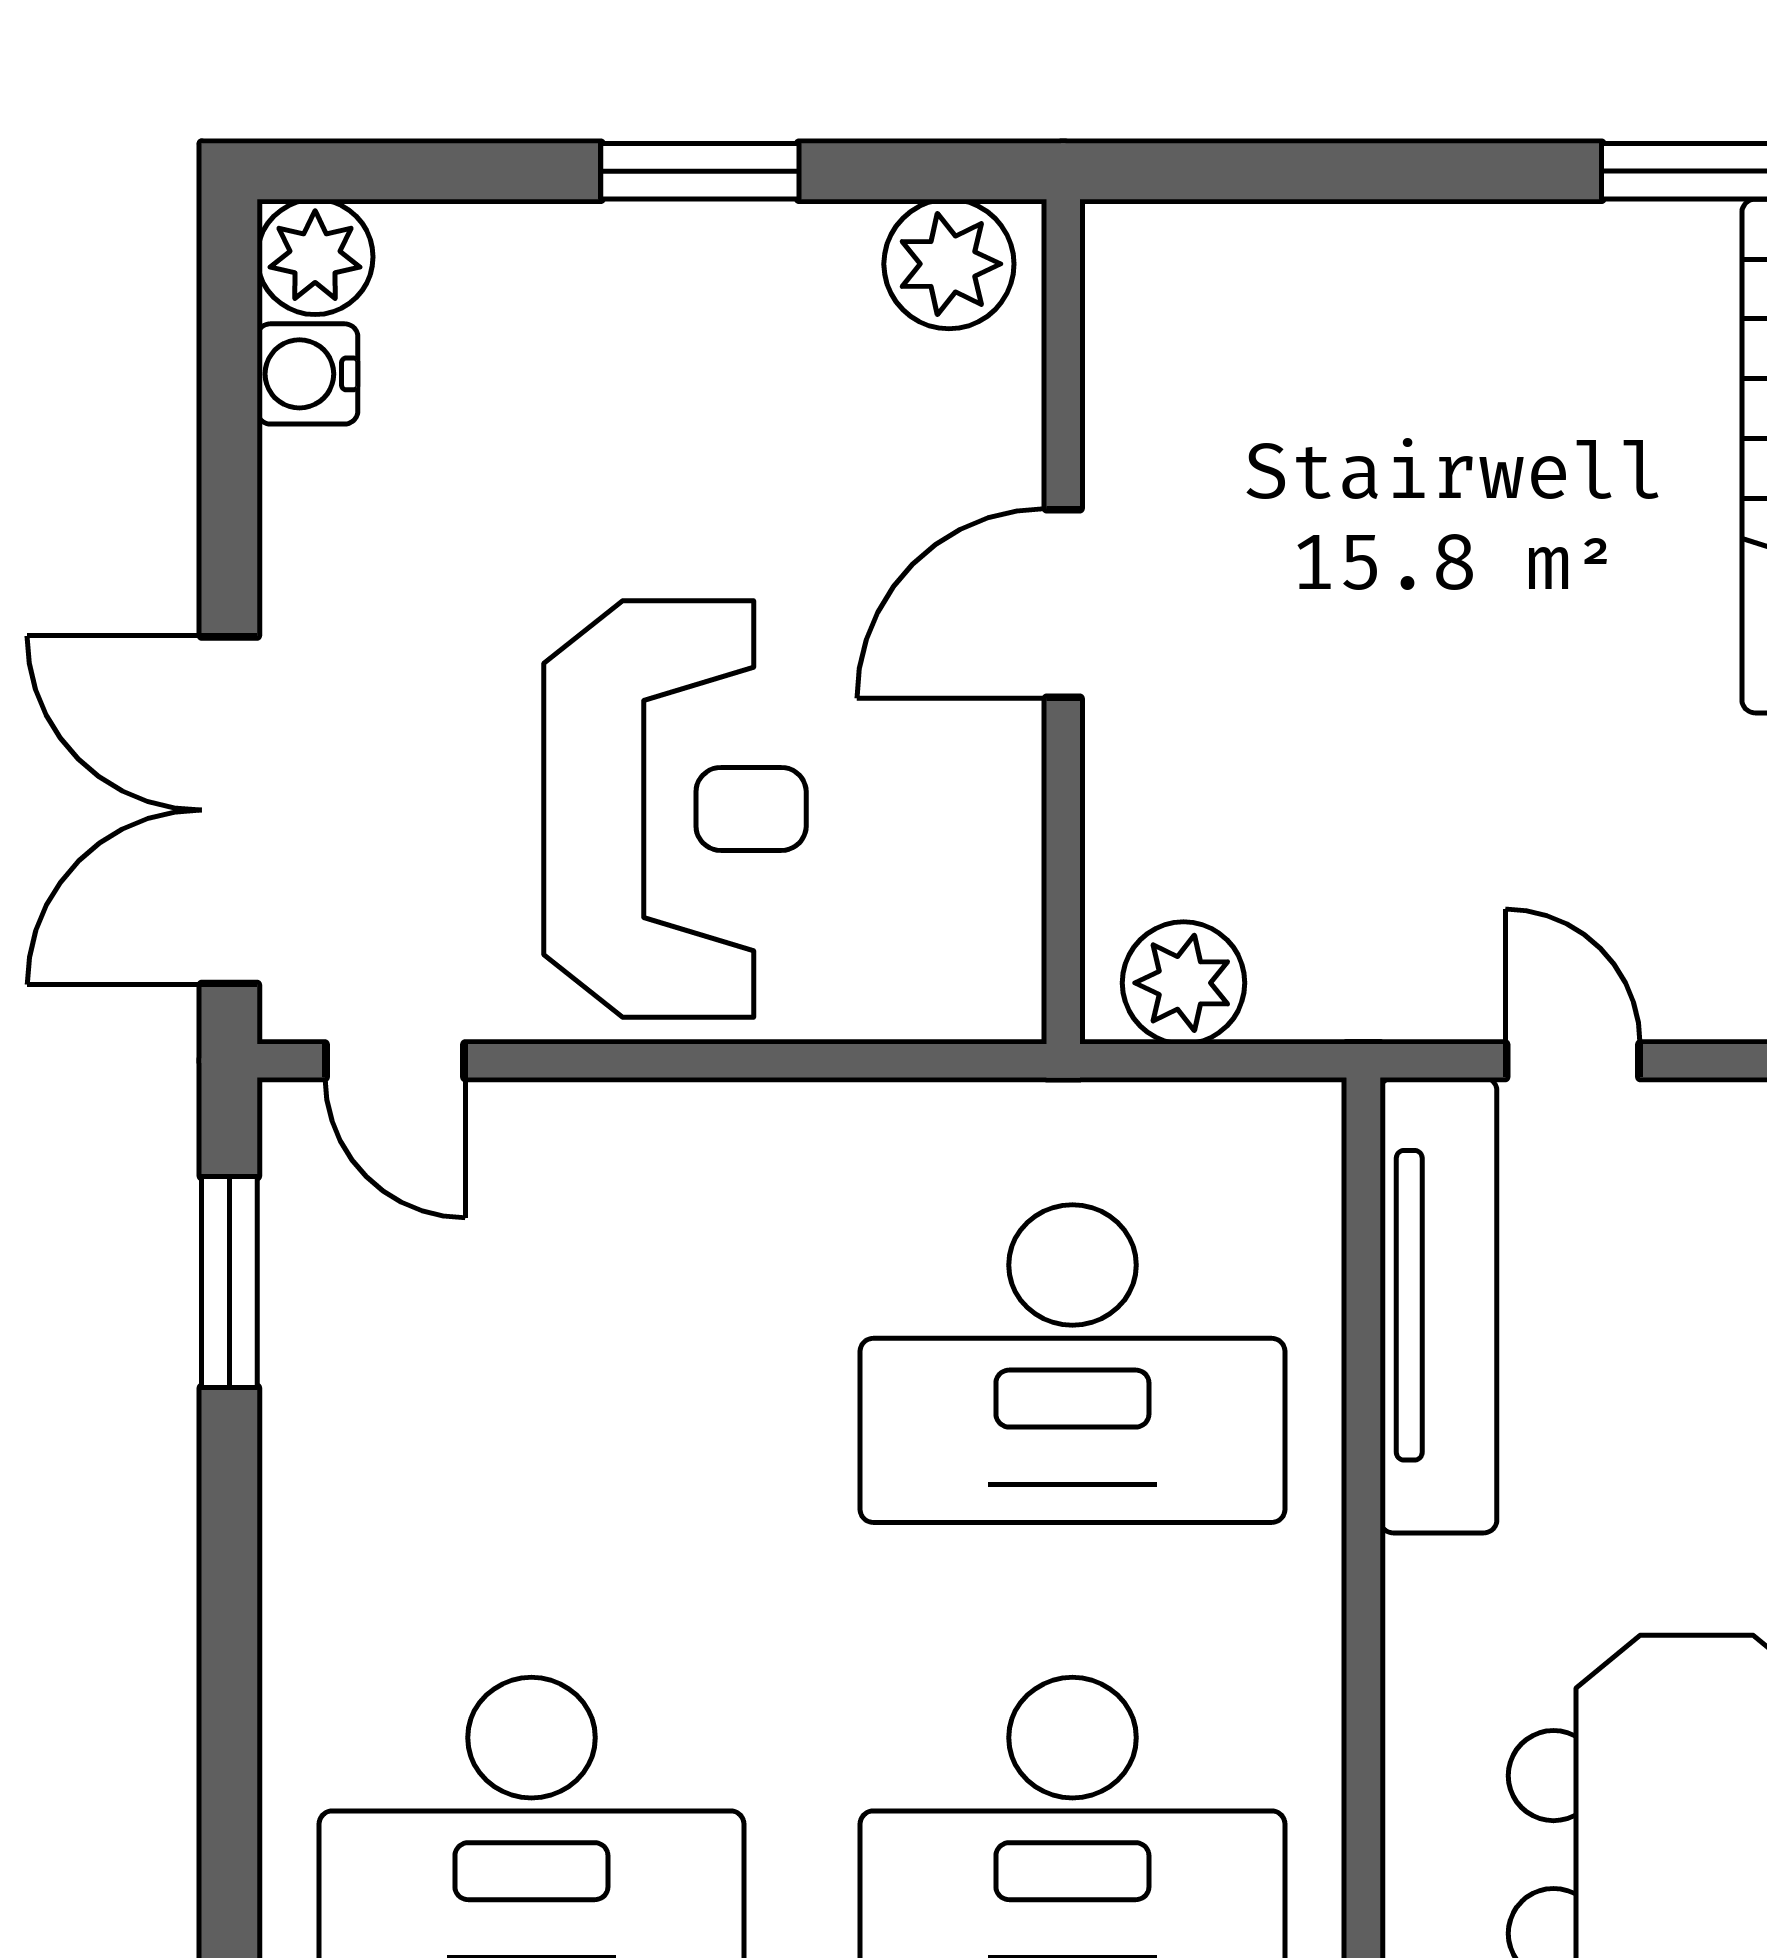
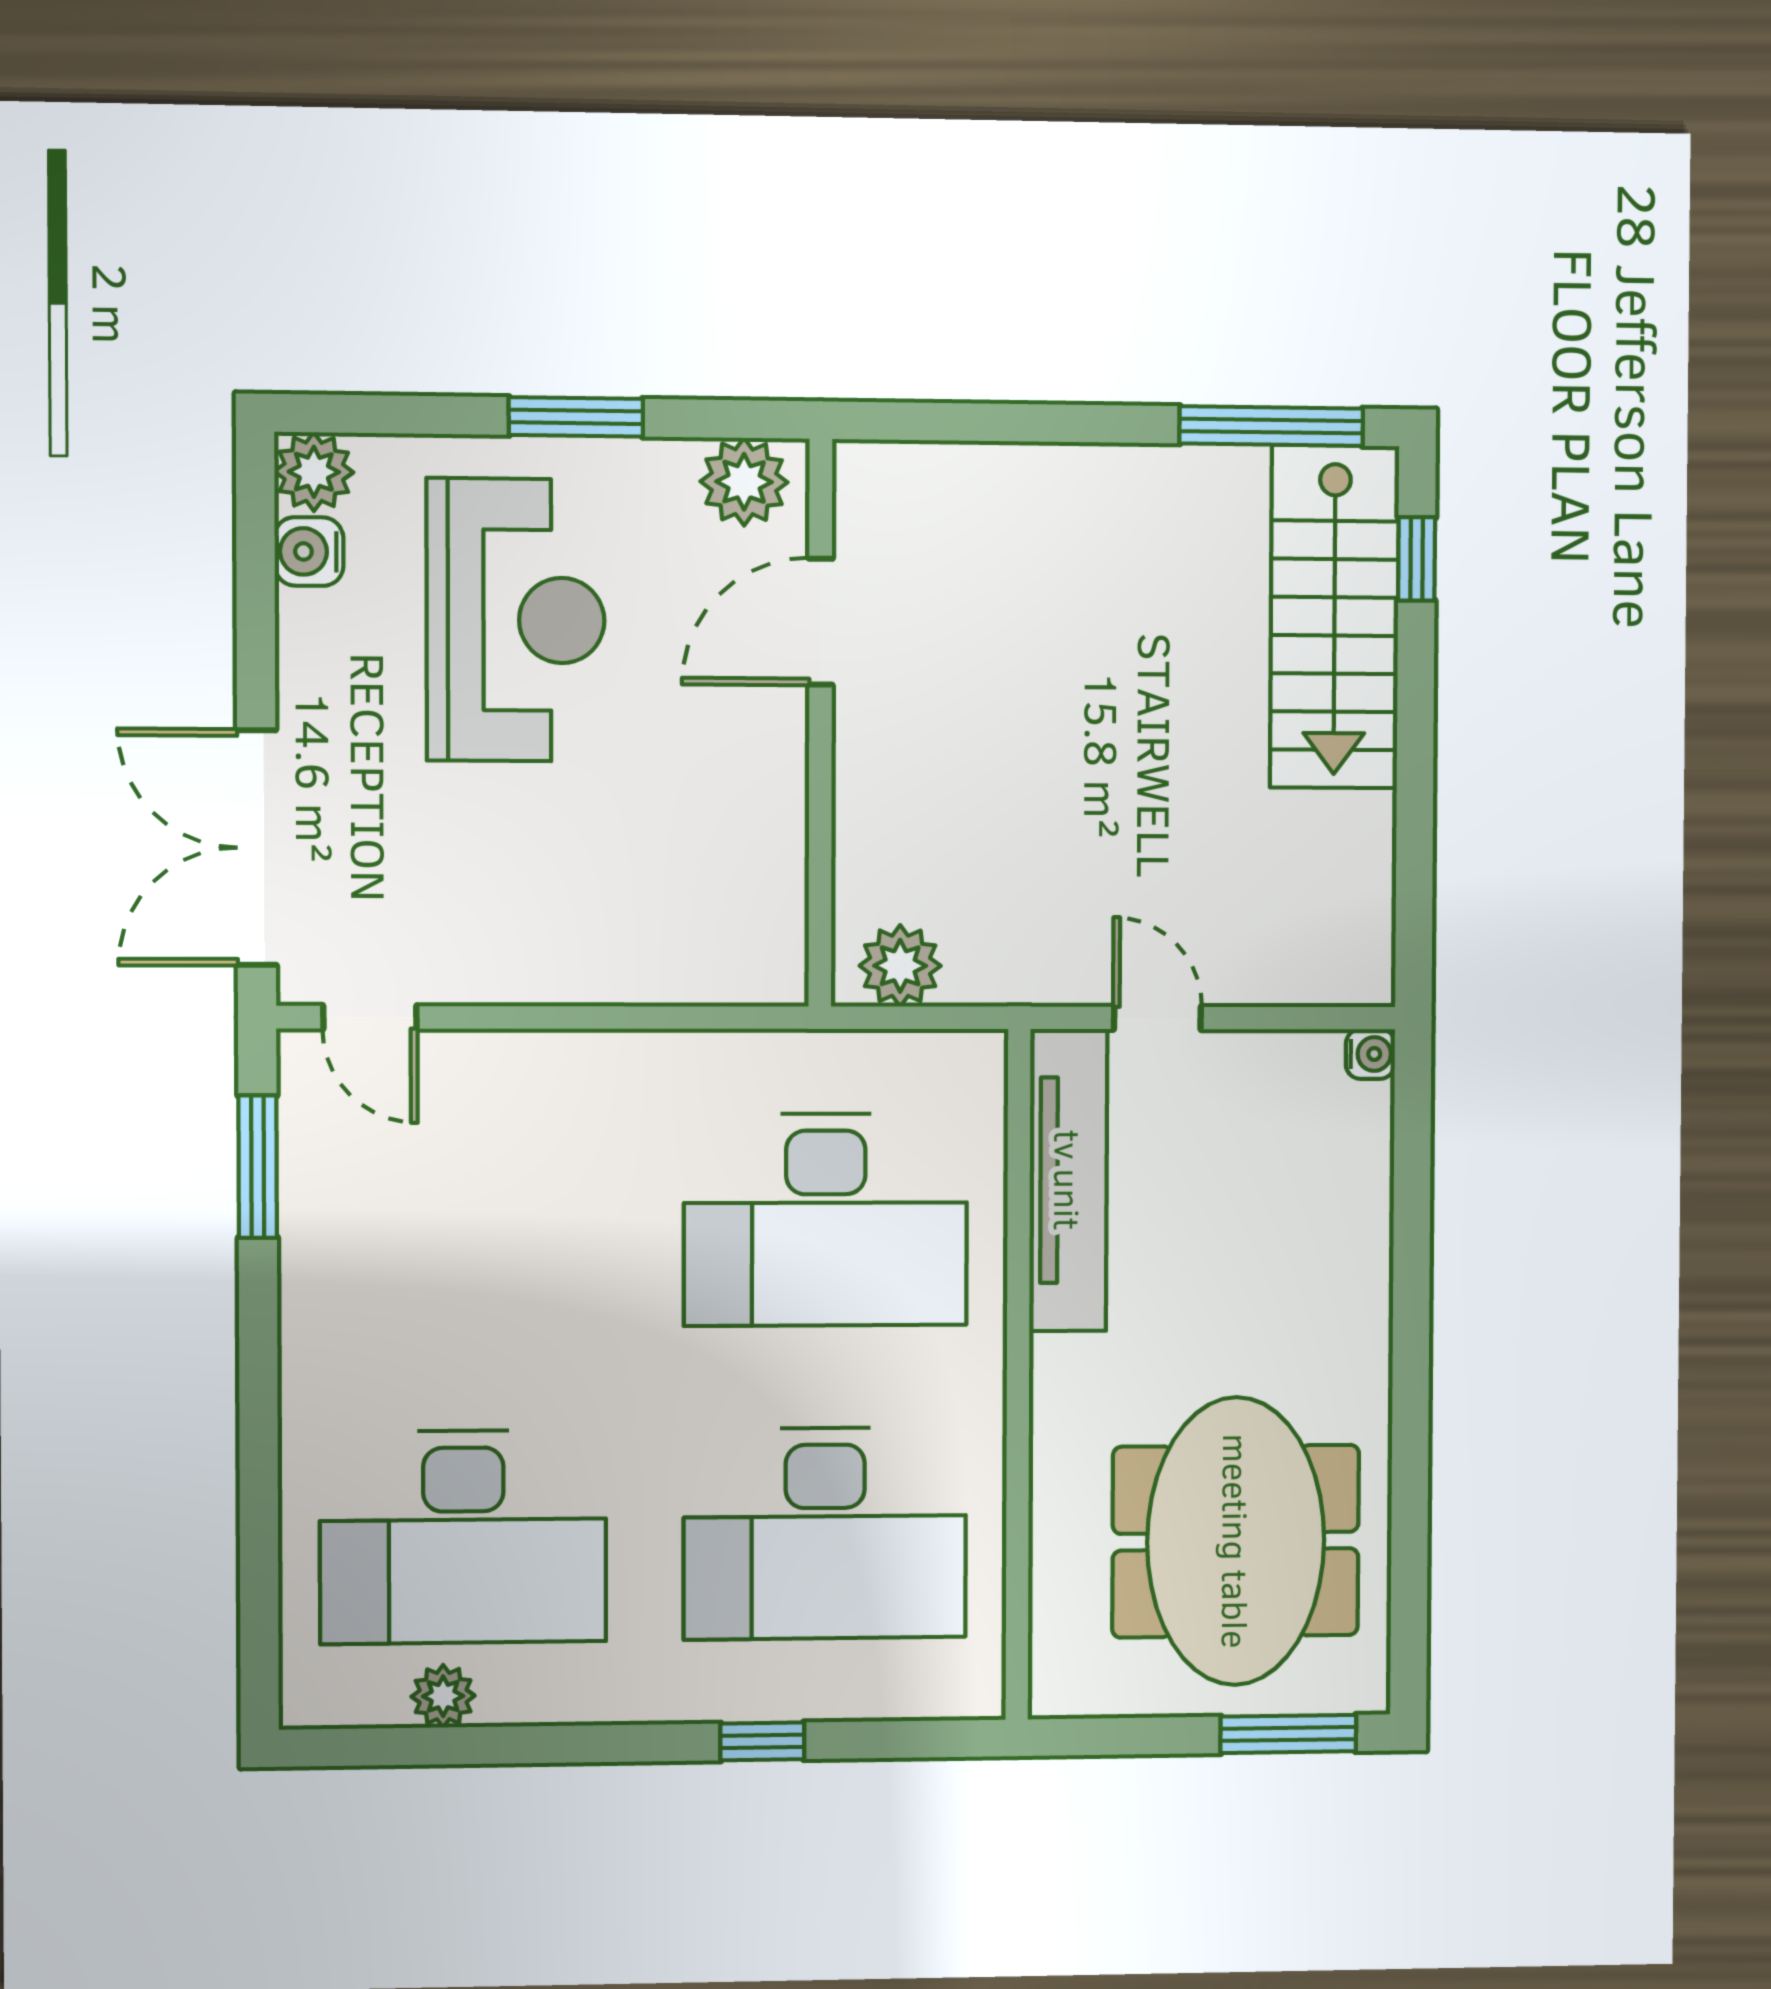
door: (1063, 604) -> (821, 622), moved
reception desk: (675, 809) -> (516, 620), moved

